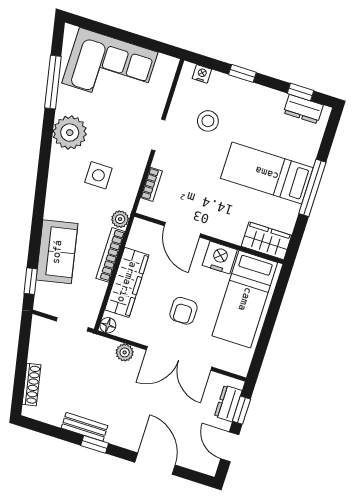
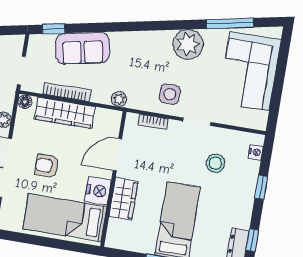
side table: (98, 175) -> (170, 94), moved
wardrobe: (266, 241) -> (124, 199), moved
bookcase: (111, 255) -> (67, 92), moved

